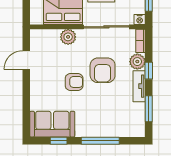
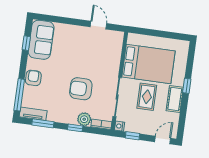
plant: (68, 37) -> (113, 63), removed
armchair: (74, 82) -> (33, 78), moved, turned 180
tv unit: (139, 86) -> (33, 114), moved
window: (100, 141) -> (19, 95), moved

